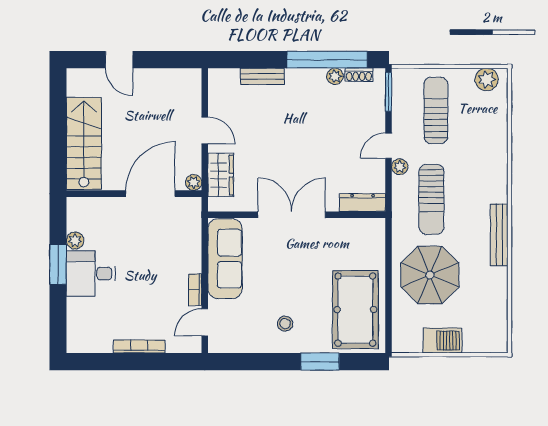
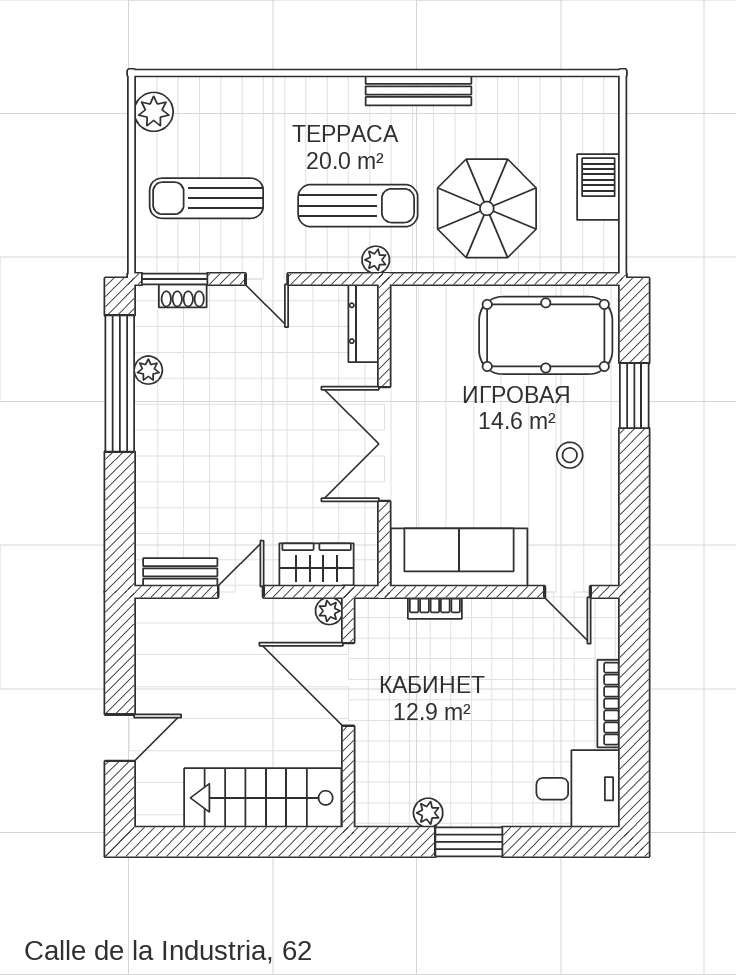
shoe rack: (359, 75) -> (183, 296), moved, turned 90
bench: (262, 76) -> (180, 572), moved, turned 90
plant: (400, 167) -> (376, 260), moved
desk: (91, 274) -> (578, 789), moved, turned -90
bookcase: (195, 290) -> (435, 608), moved

